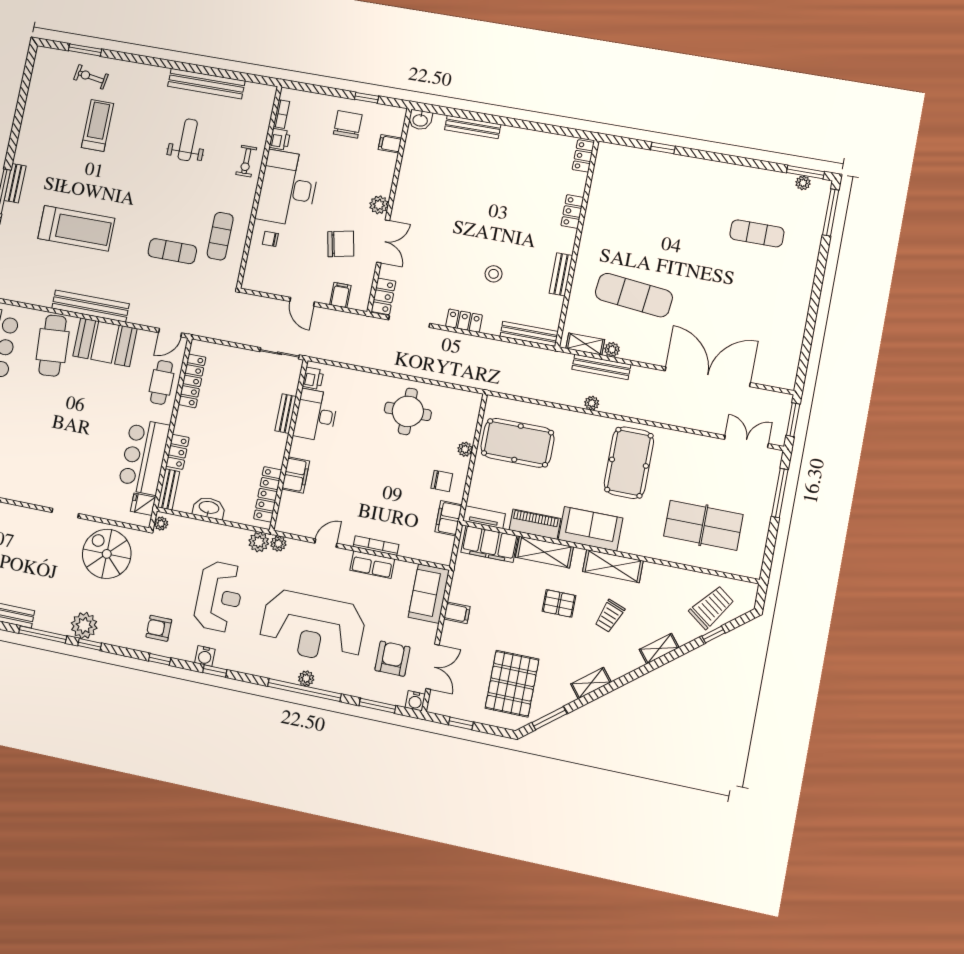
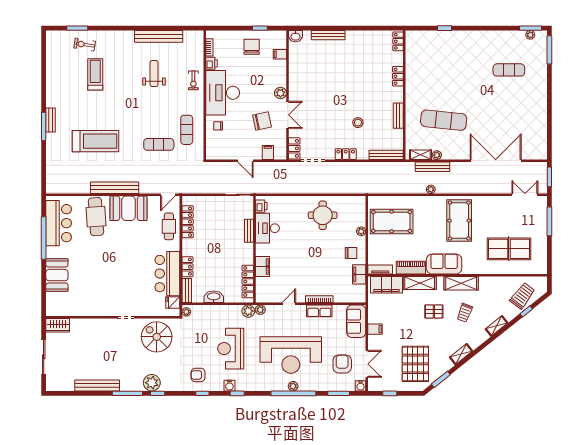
reception desk: (219, 597) -> (231, 349), turned 180

